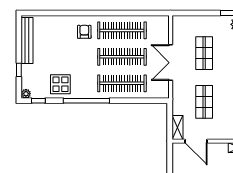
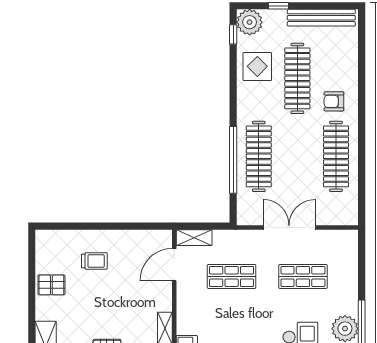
armchair: (84, 32) -> (334, 101), turned 180
clothes rail: (122, 57) -> (297, 78), moved
plant: (26, 94) -> (250, 22), width x1.87, depth x1.87
window: (86, 101) -> (233, 160), moved

